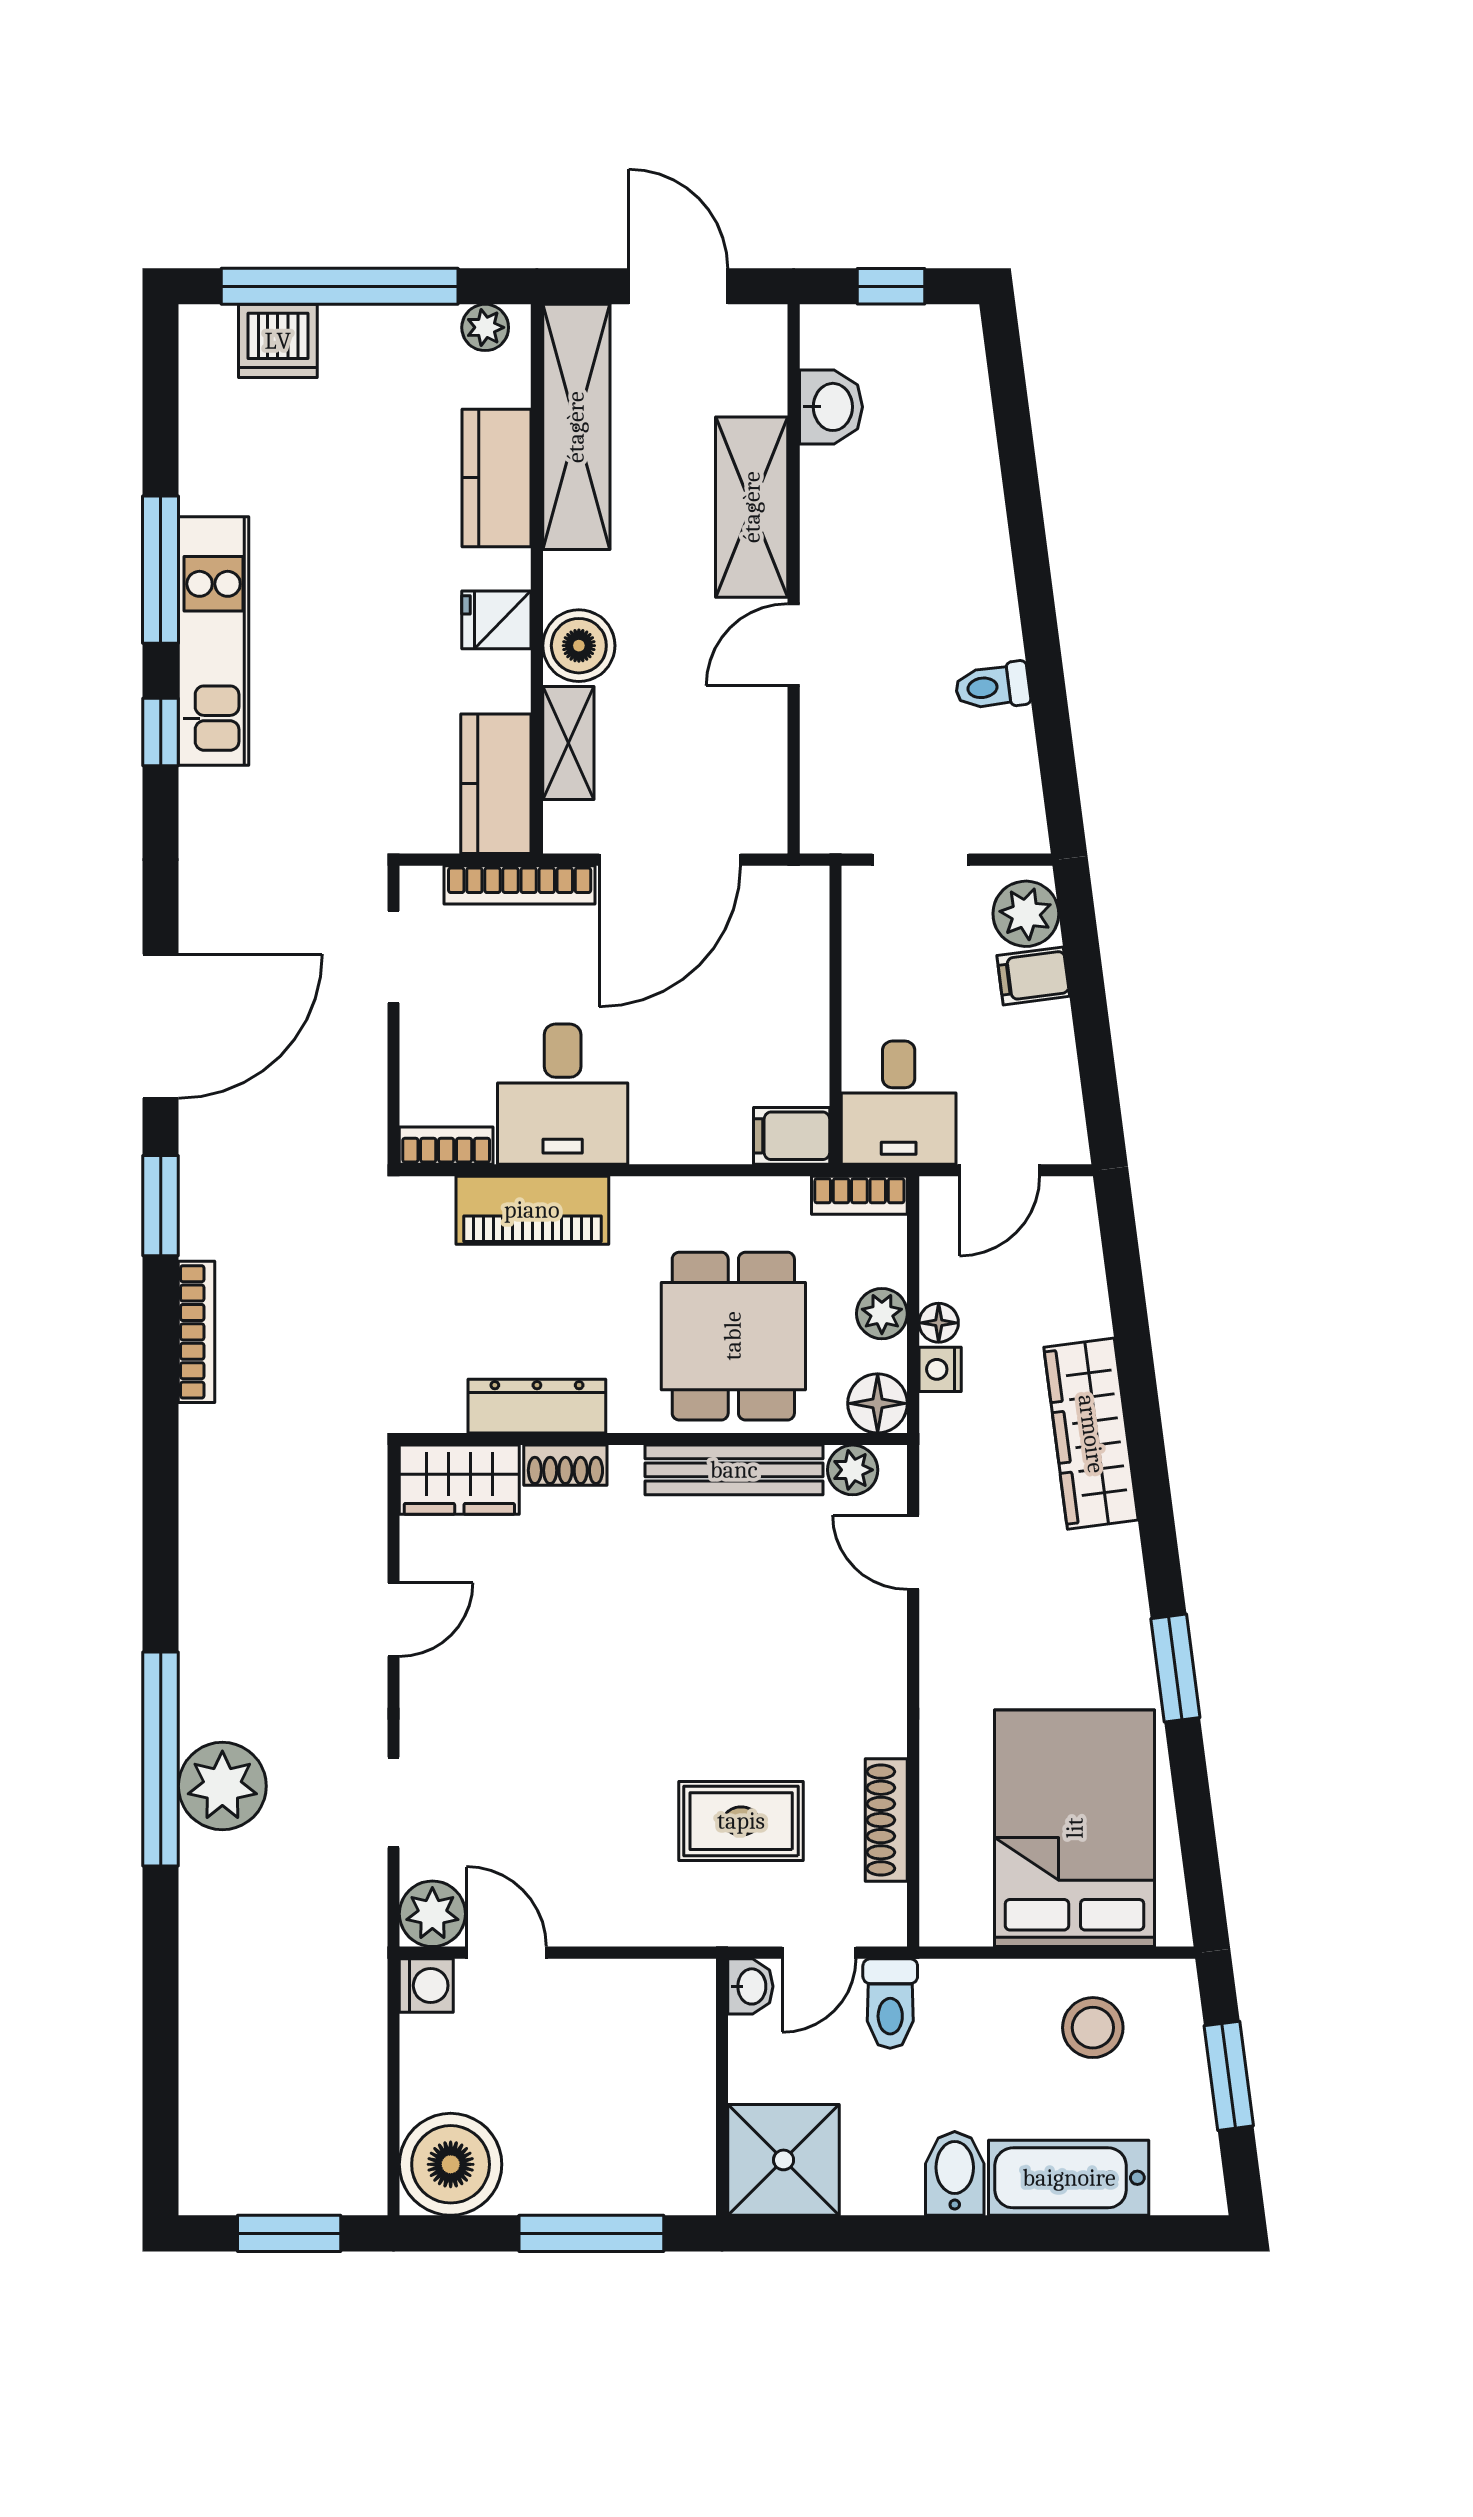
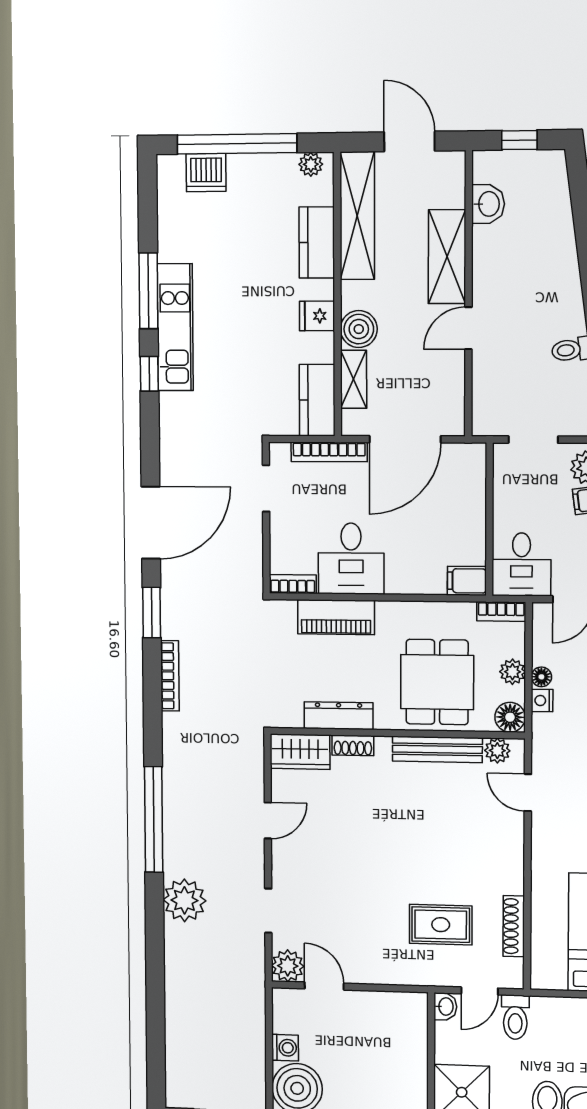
window: (161, 1759) -> (154, 819), moved
washing machine: (426, 1986) -> (285, 1048), moved

